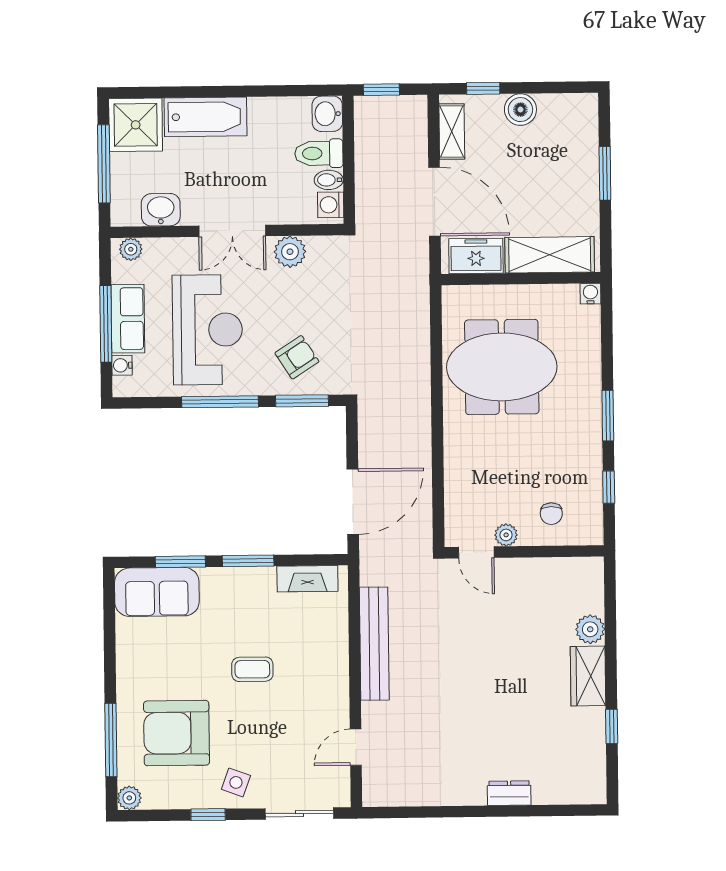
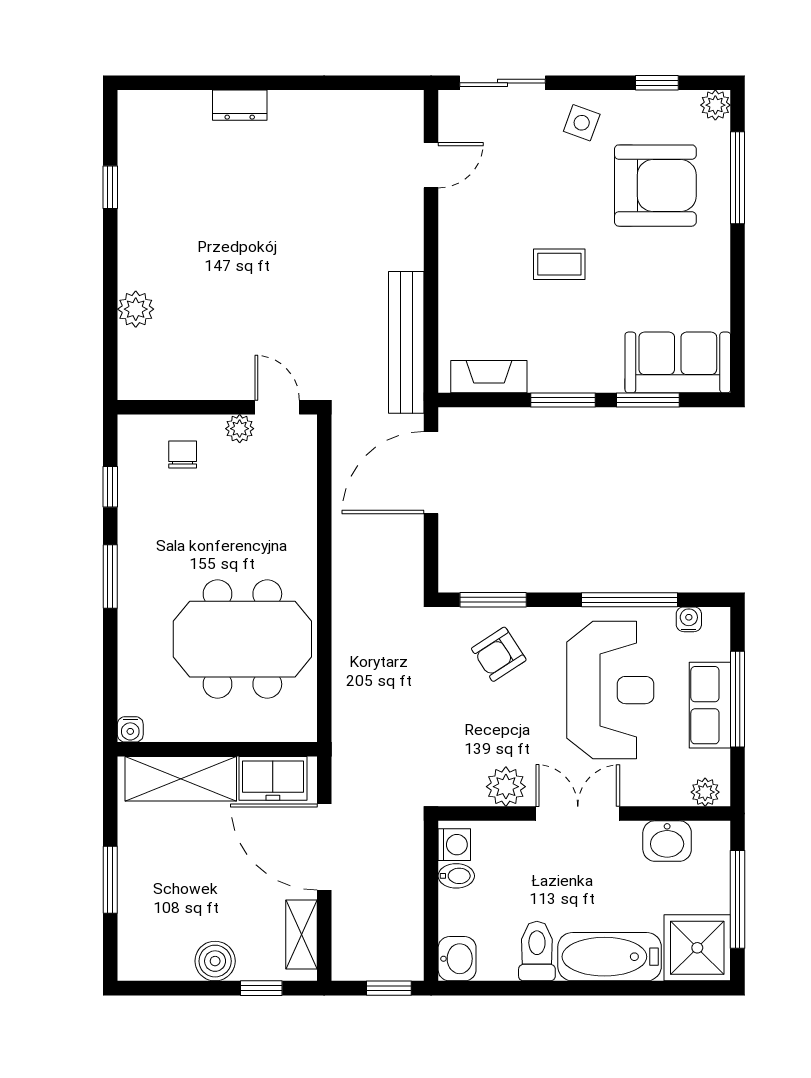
toilet: (319, 153) -> (537, 951), moved, turned -90
reception desk: (207, 330) -> (610, 690), turned 180
water cooler: (122, 365) -> (689, 619), moved, turned -90
window: (220, 402) -> (629, 600), moved
bench: (374, 644) -> (406, 342), moved
wardrobe: (588, 676) -> (139, 251), removed
window: (208, 815) -> (657, 83), moved

